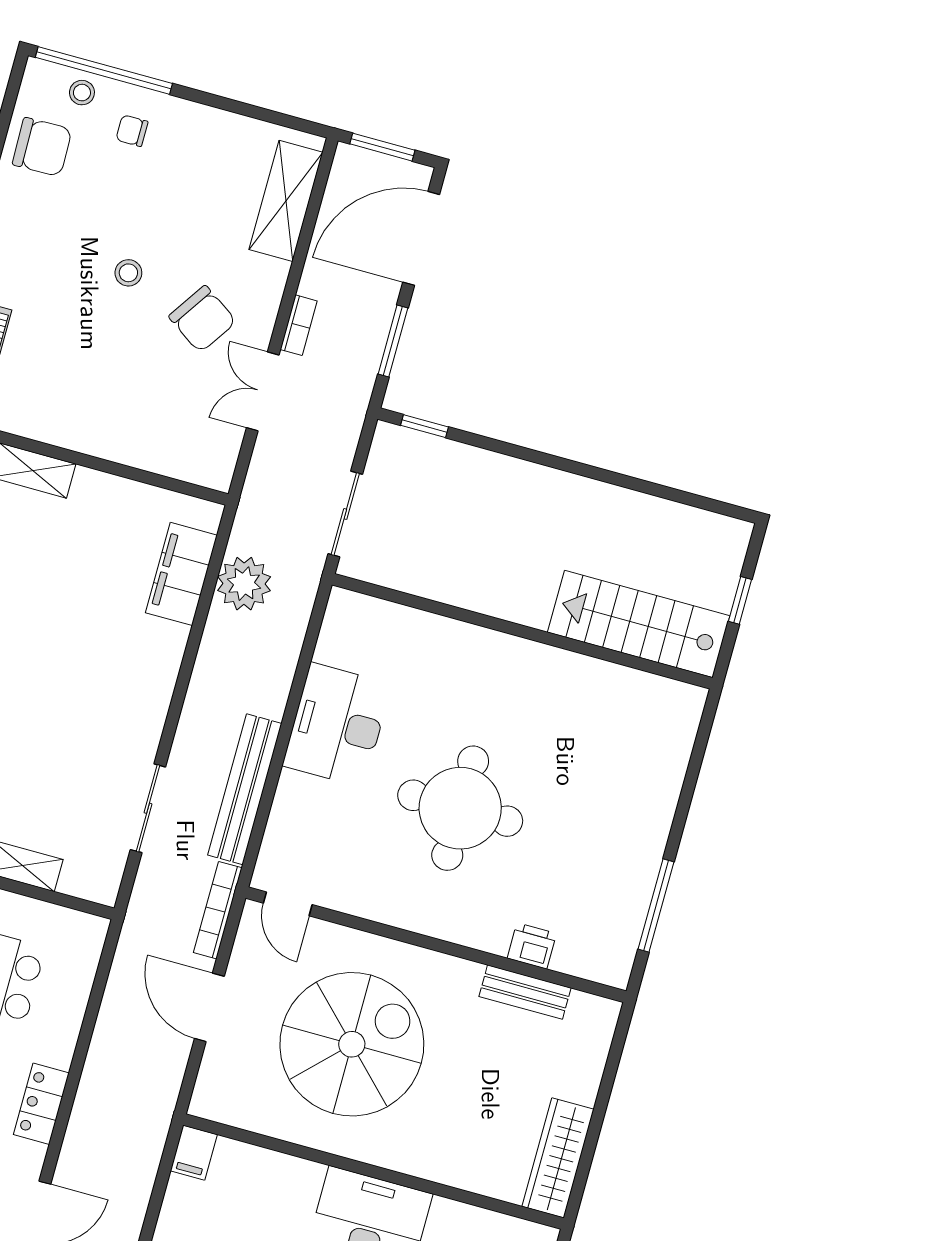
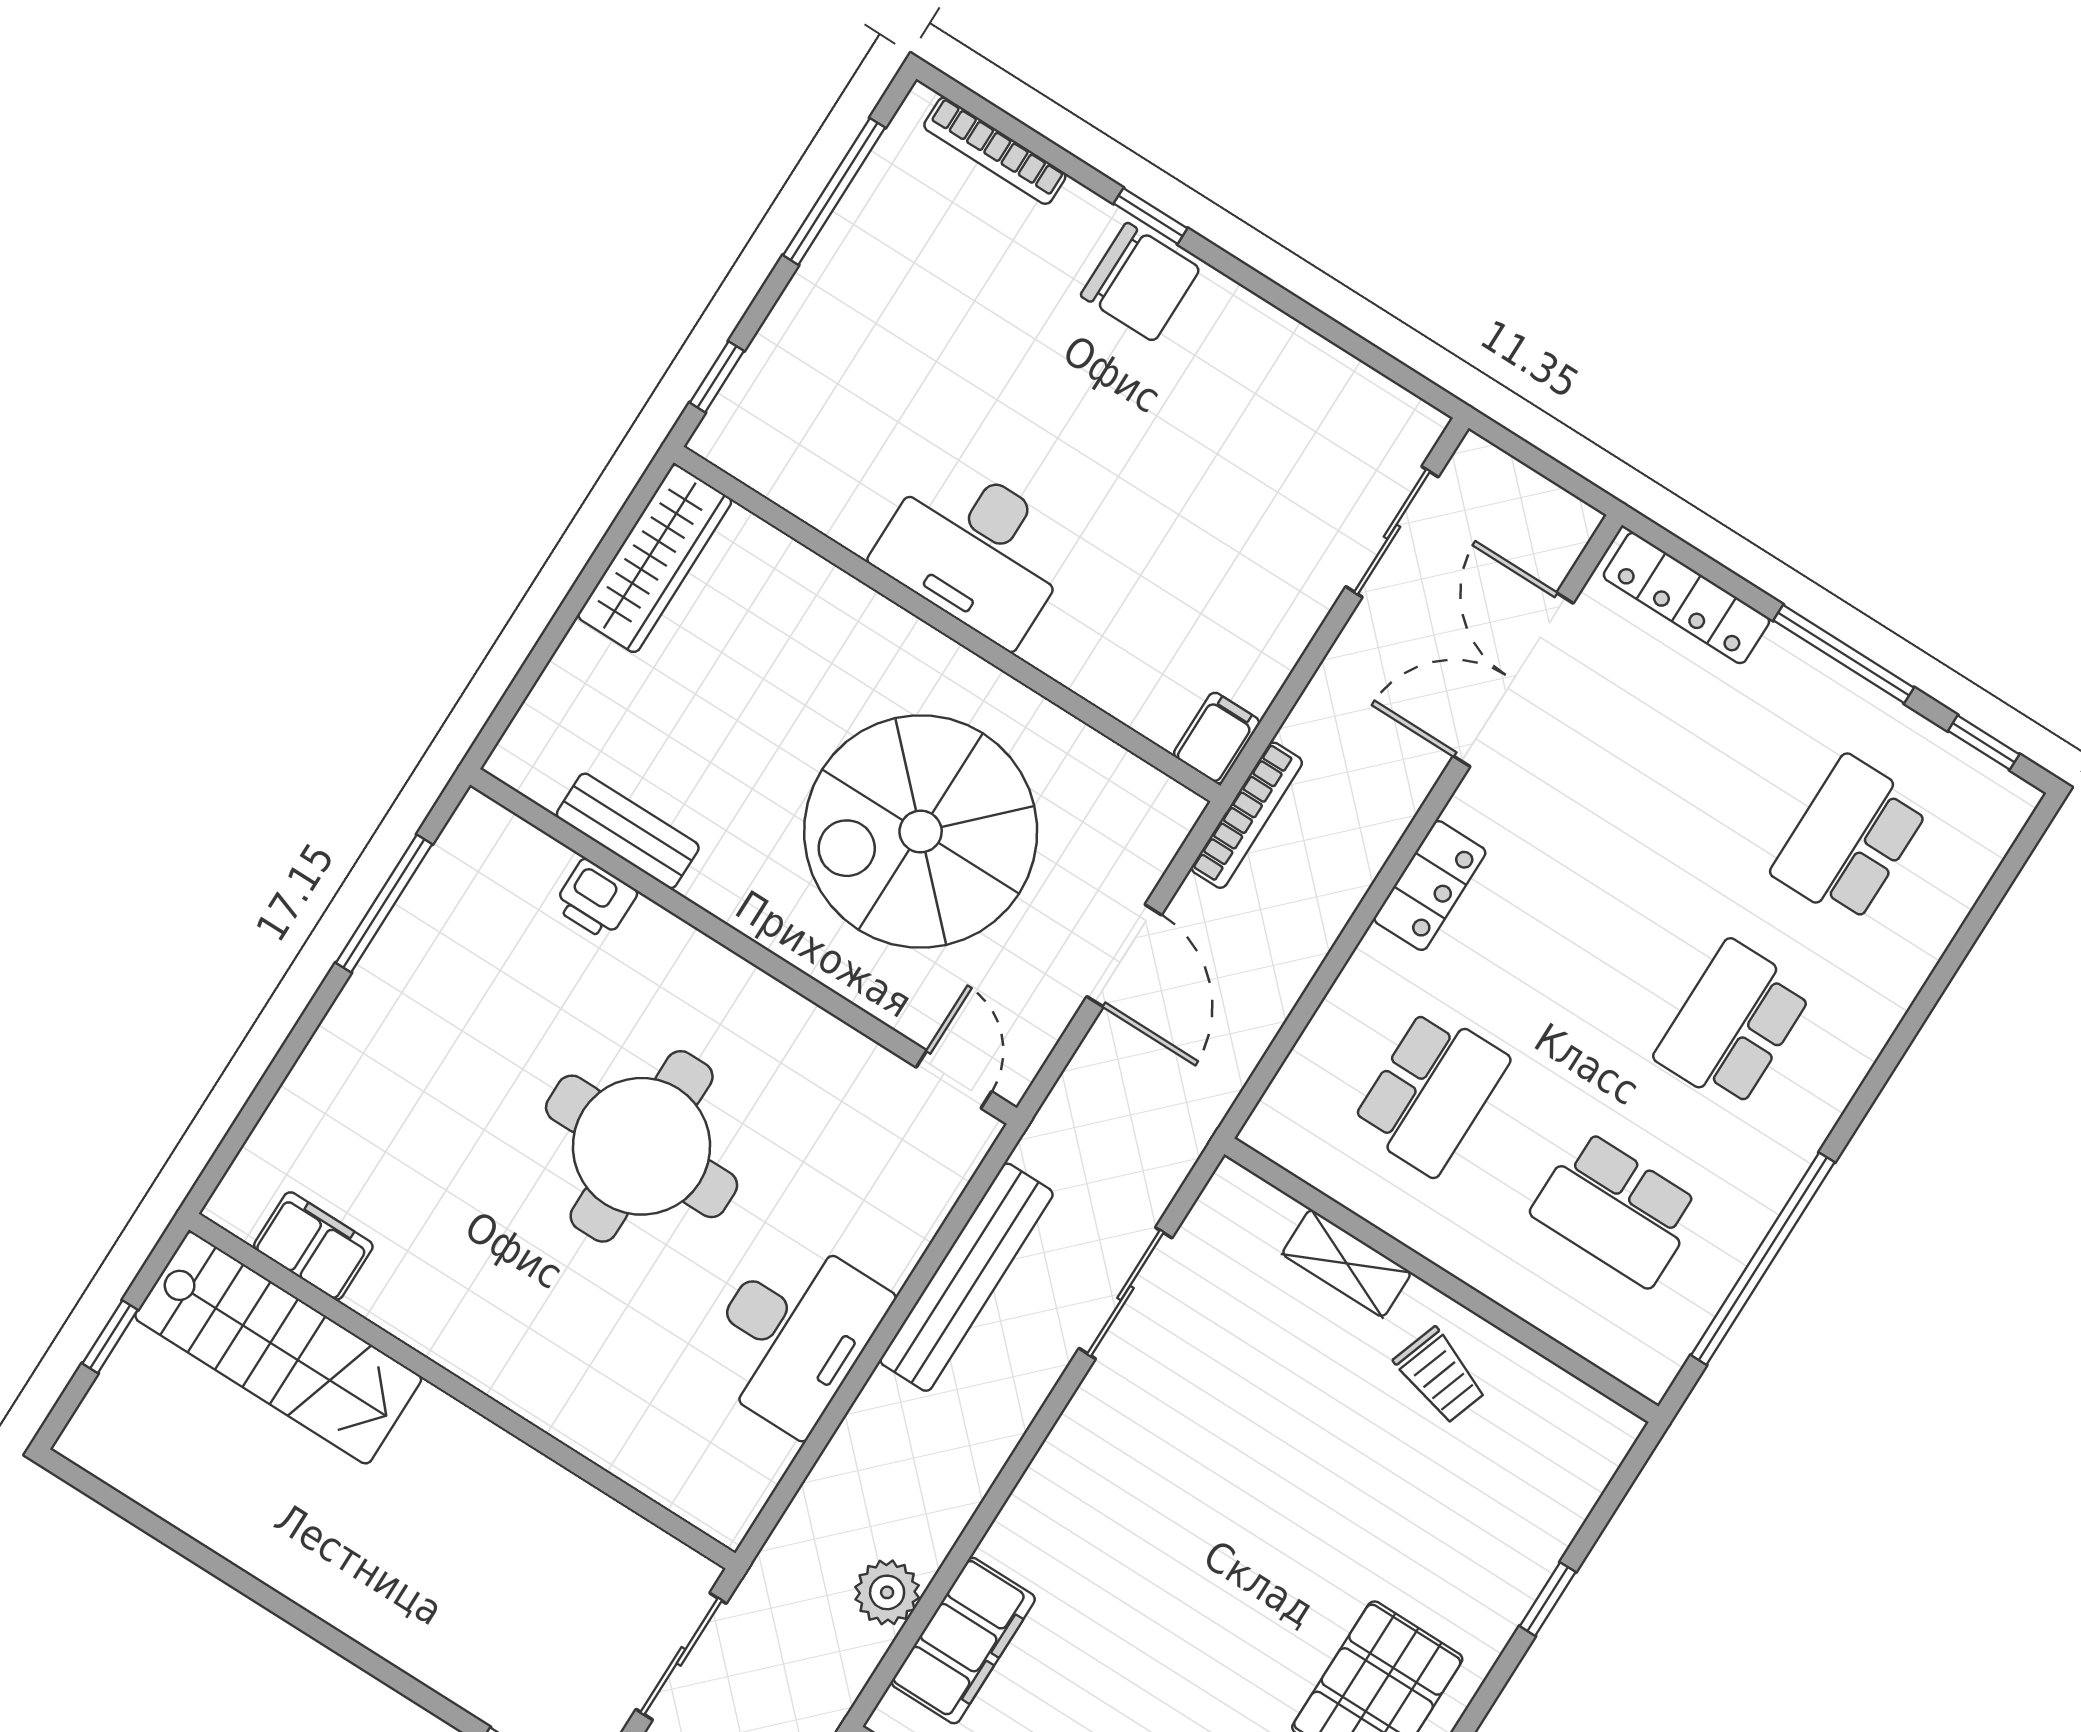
plant: (244, 584) -> (887, 1592), width x0.73, depth x0.73
filing cabinet: (636, 690) -> (313, 1246), added
bookcase: (218, 910) -> (1247, 815), moved

